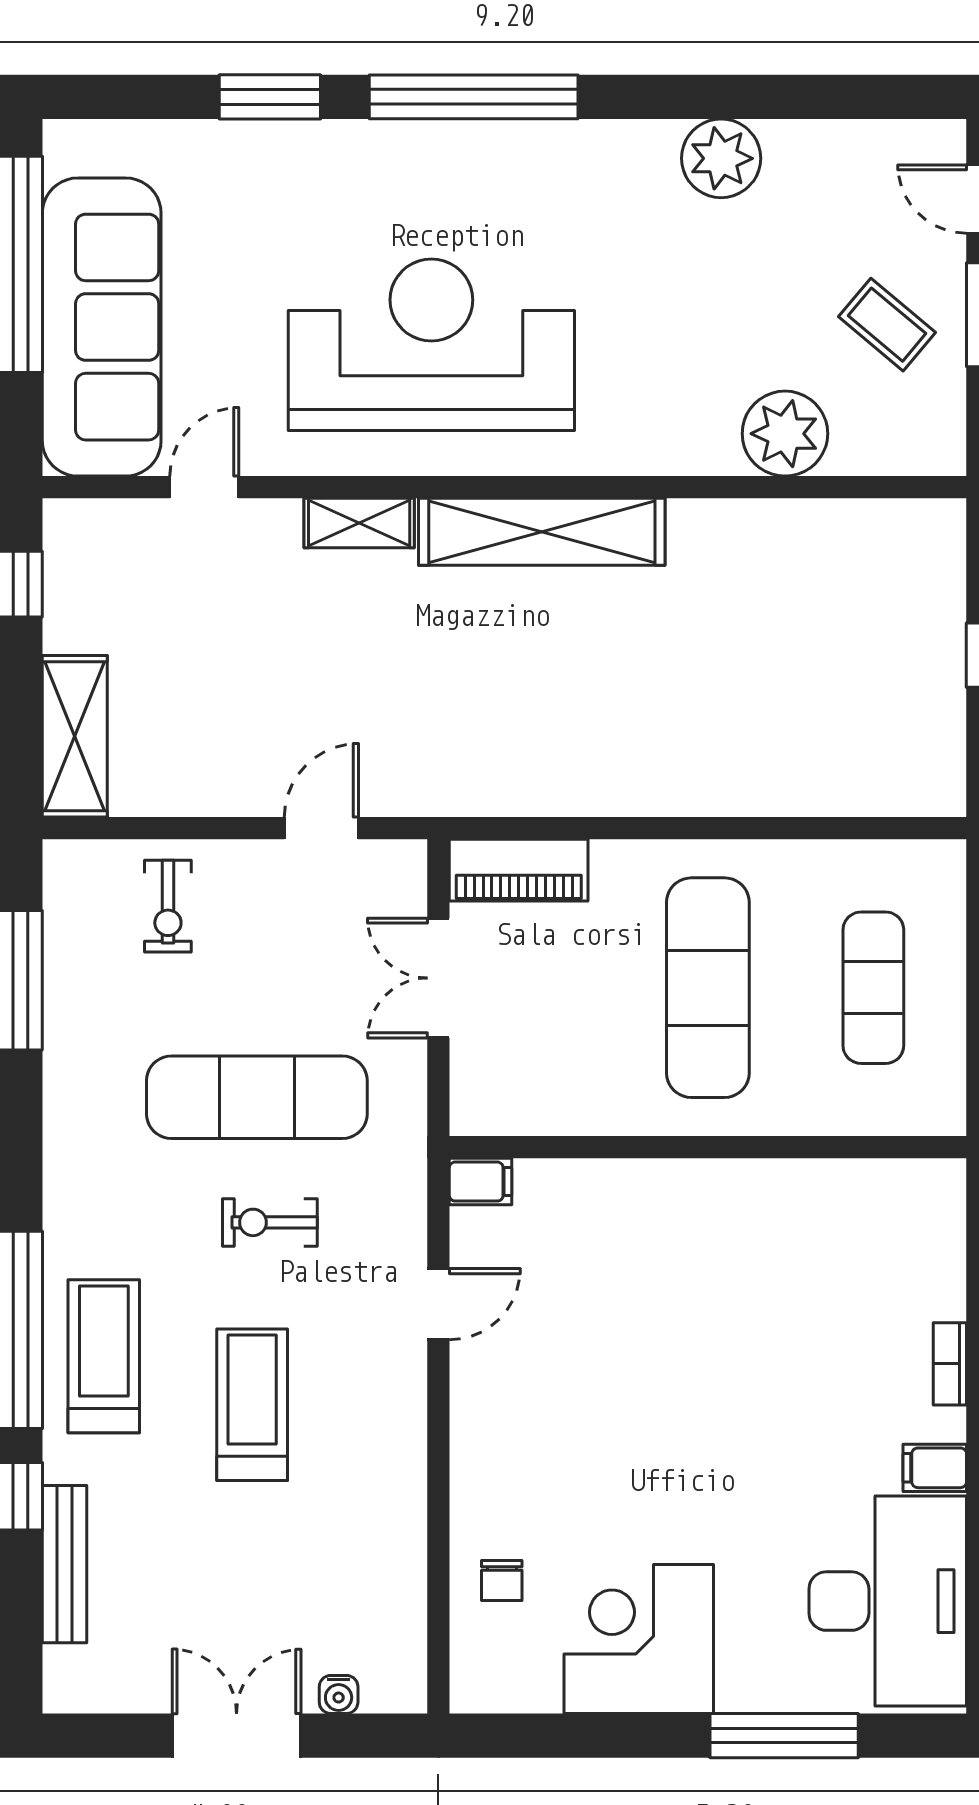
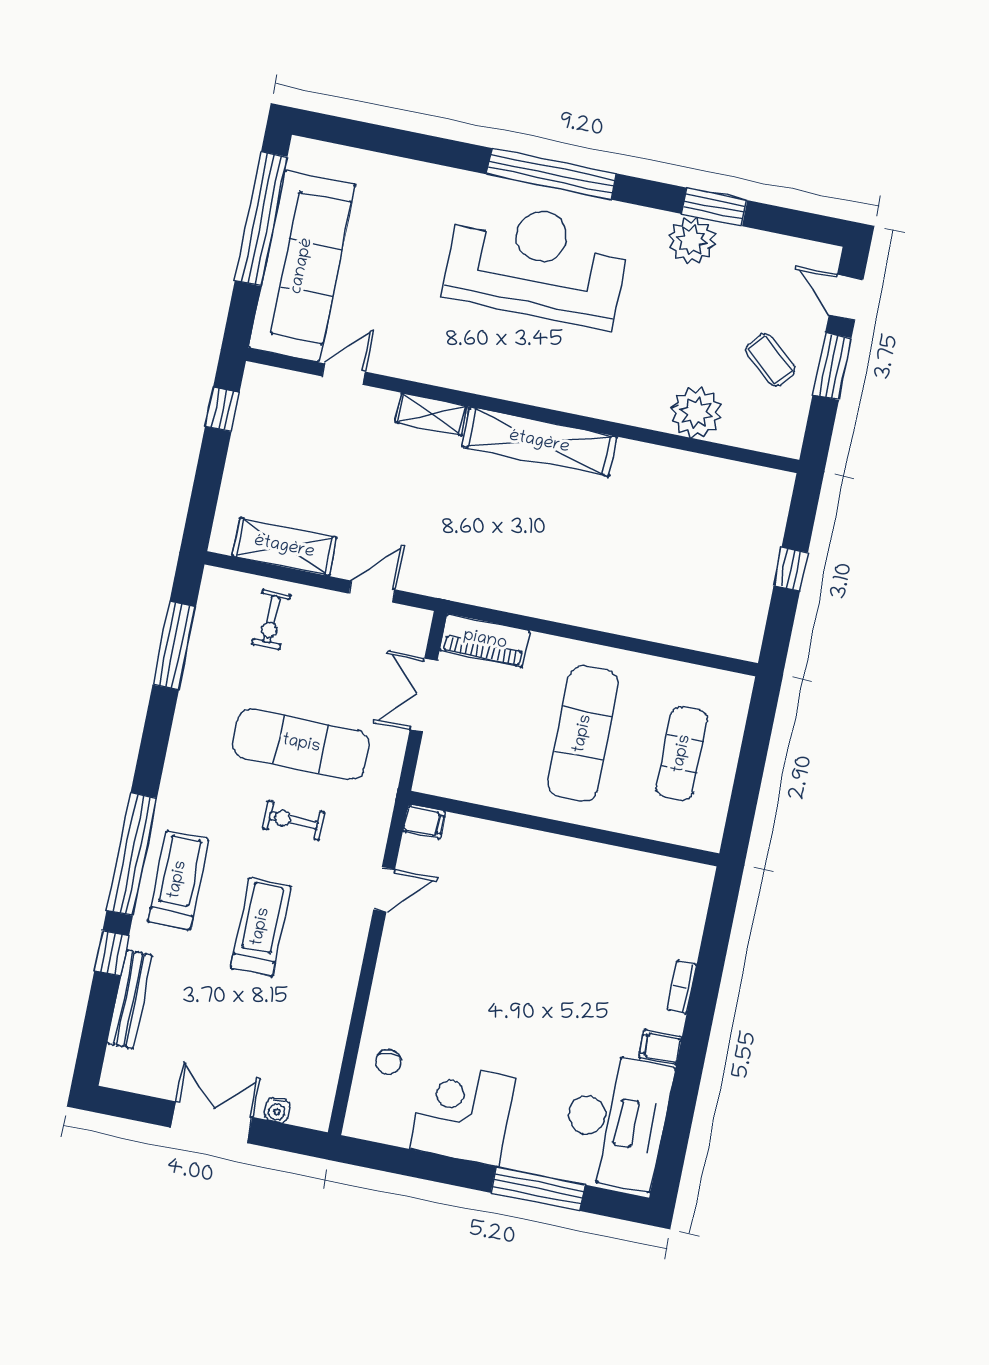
window: (270, 97) -> (714, 207), moved
reception desk: (431, 345) -> (536, 263), moved
shelving: (75, 736) -> (284, 547), moved, turned 90

